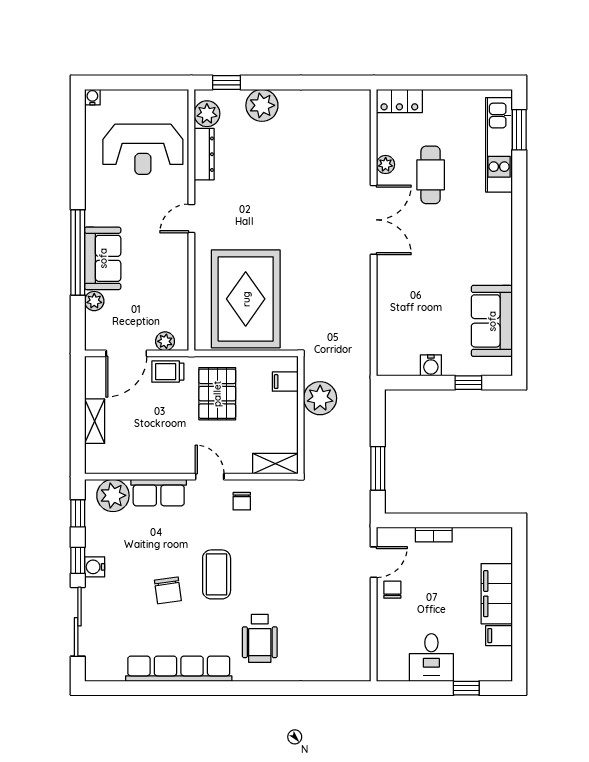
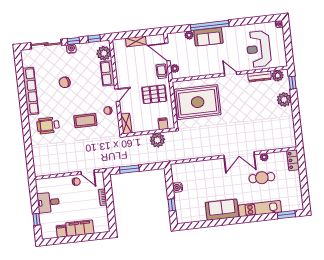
kitchen unit: (499, 145) -> (260, 209), moved
sofa: (492, 321) -> (222, 210), moved
coffee table: (217, 574) -> (85, 121), moved

